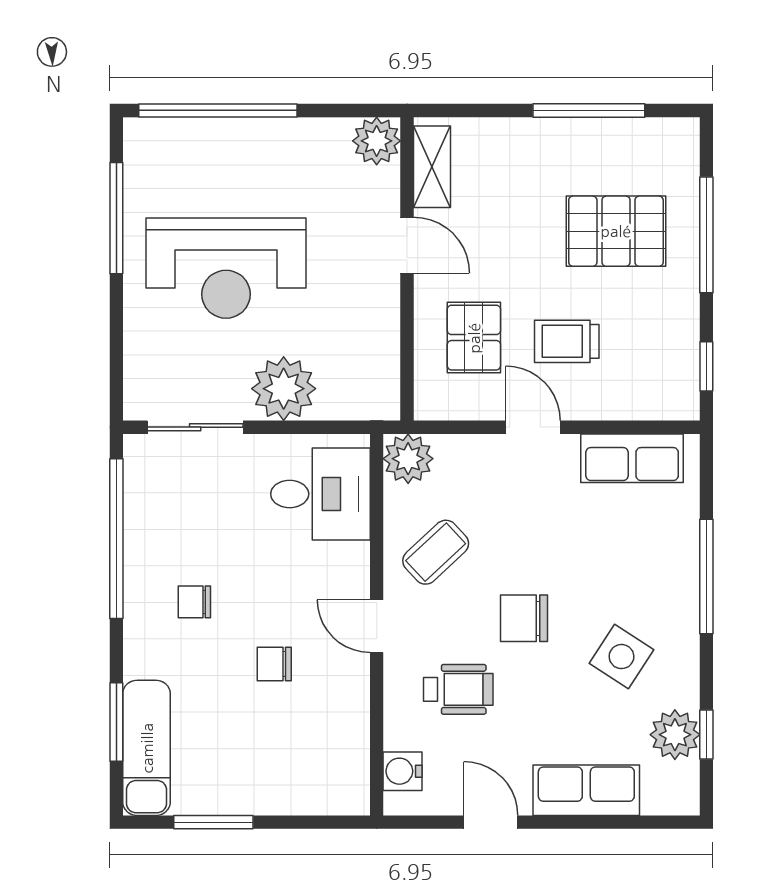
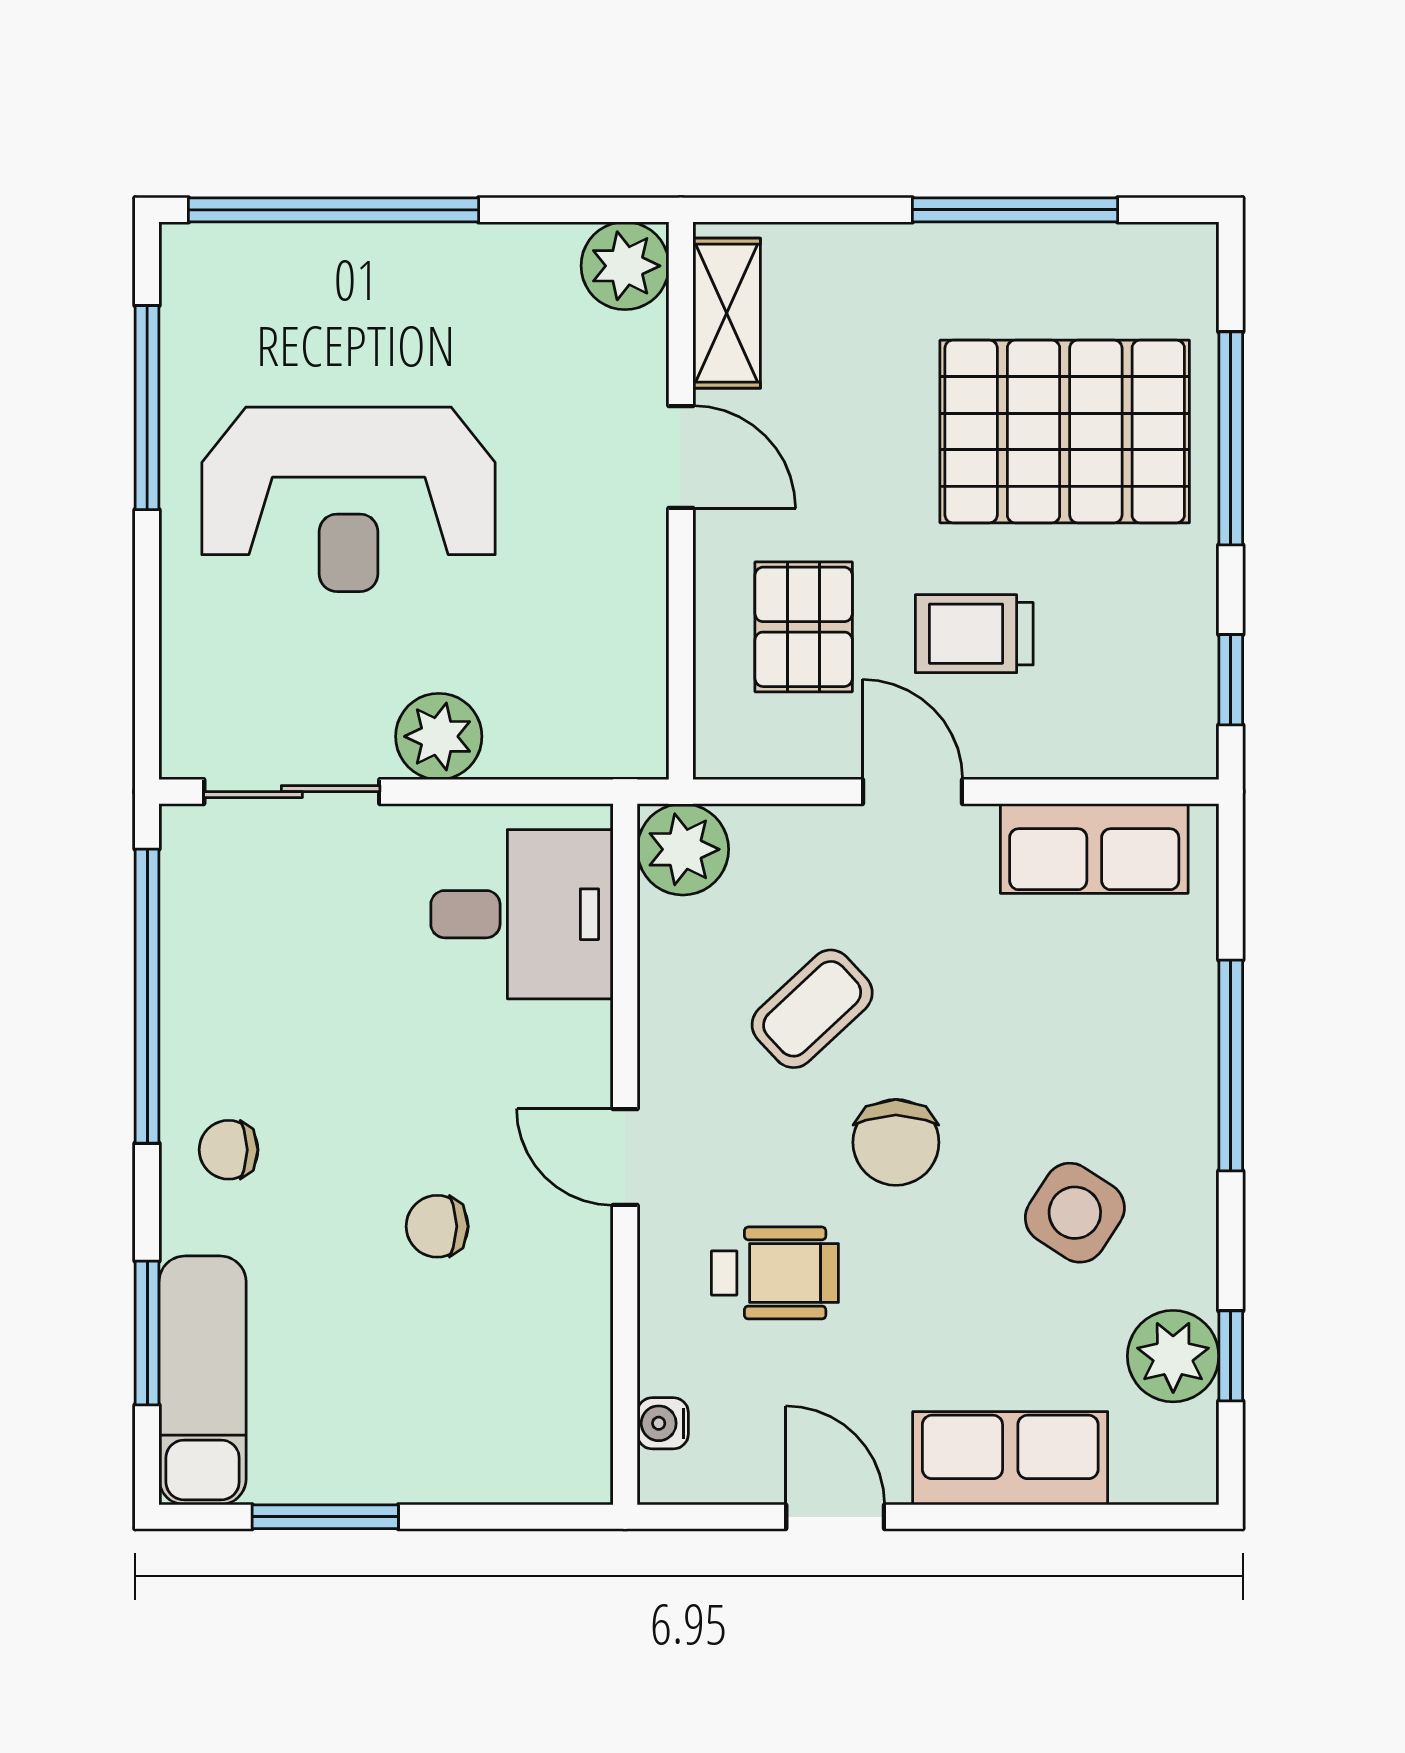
pallet: (616, 231) -> (1065, 431), width x1.37, depth x1.41
plant: (284, 389) -> (439, 736), width x0.73, depth x0.73
coffee table: (436, 552) -> (812, 1009), moved
chair: (194, 602) -> (229, 1150), moved
chair: (524, 618) -> (896, 1142), turned -90
water cooler: (402, 771) -> (663, 1423), width x0.72, depth x0.72

